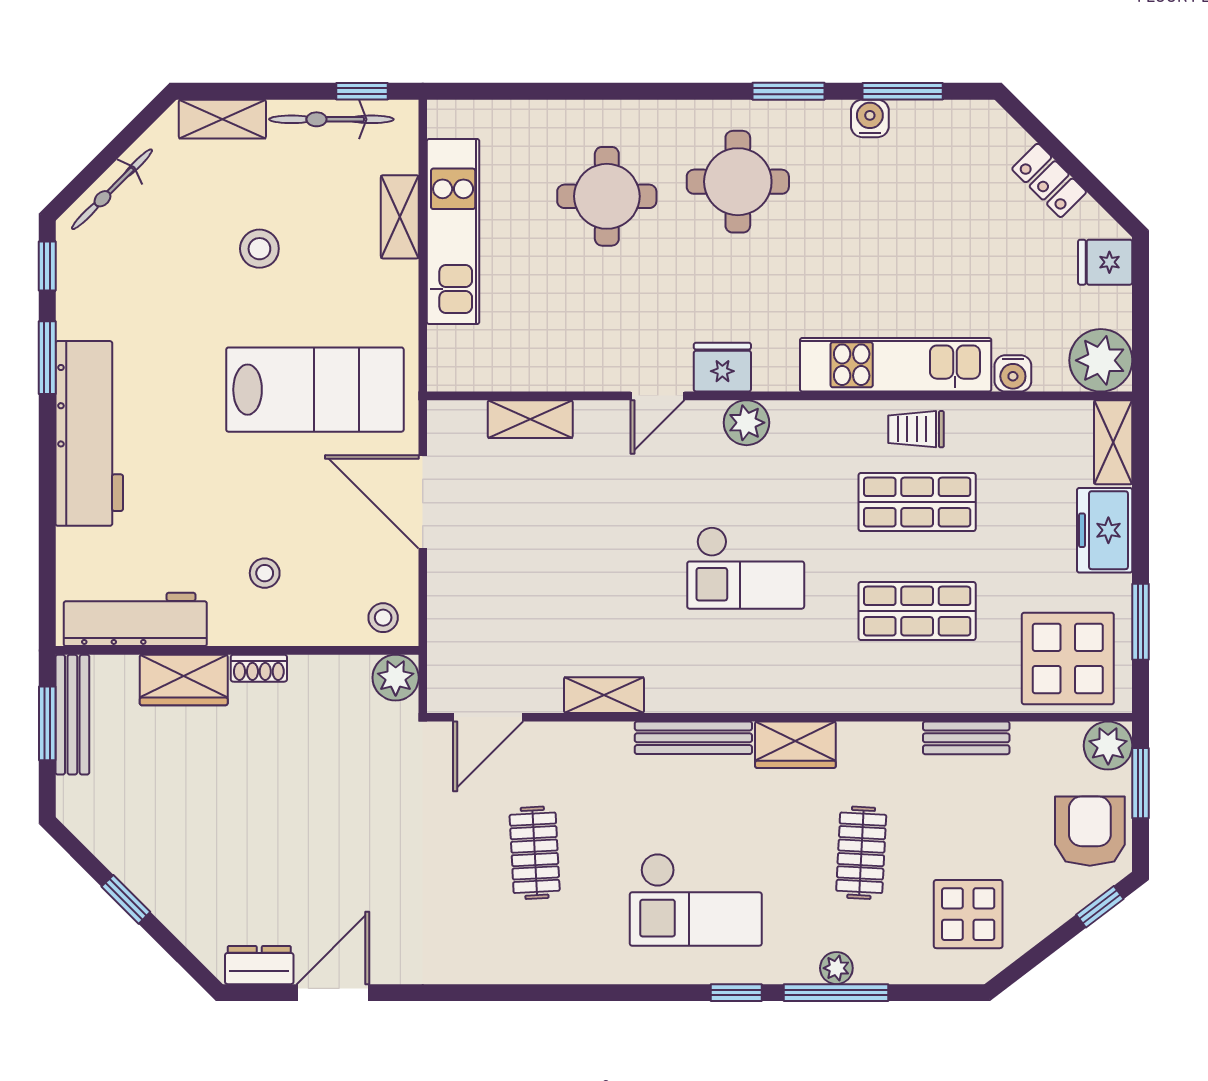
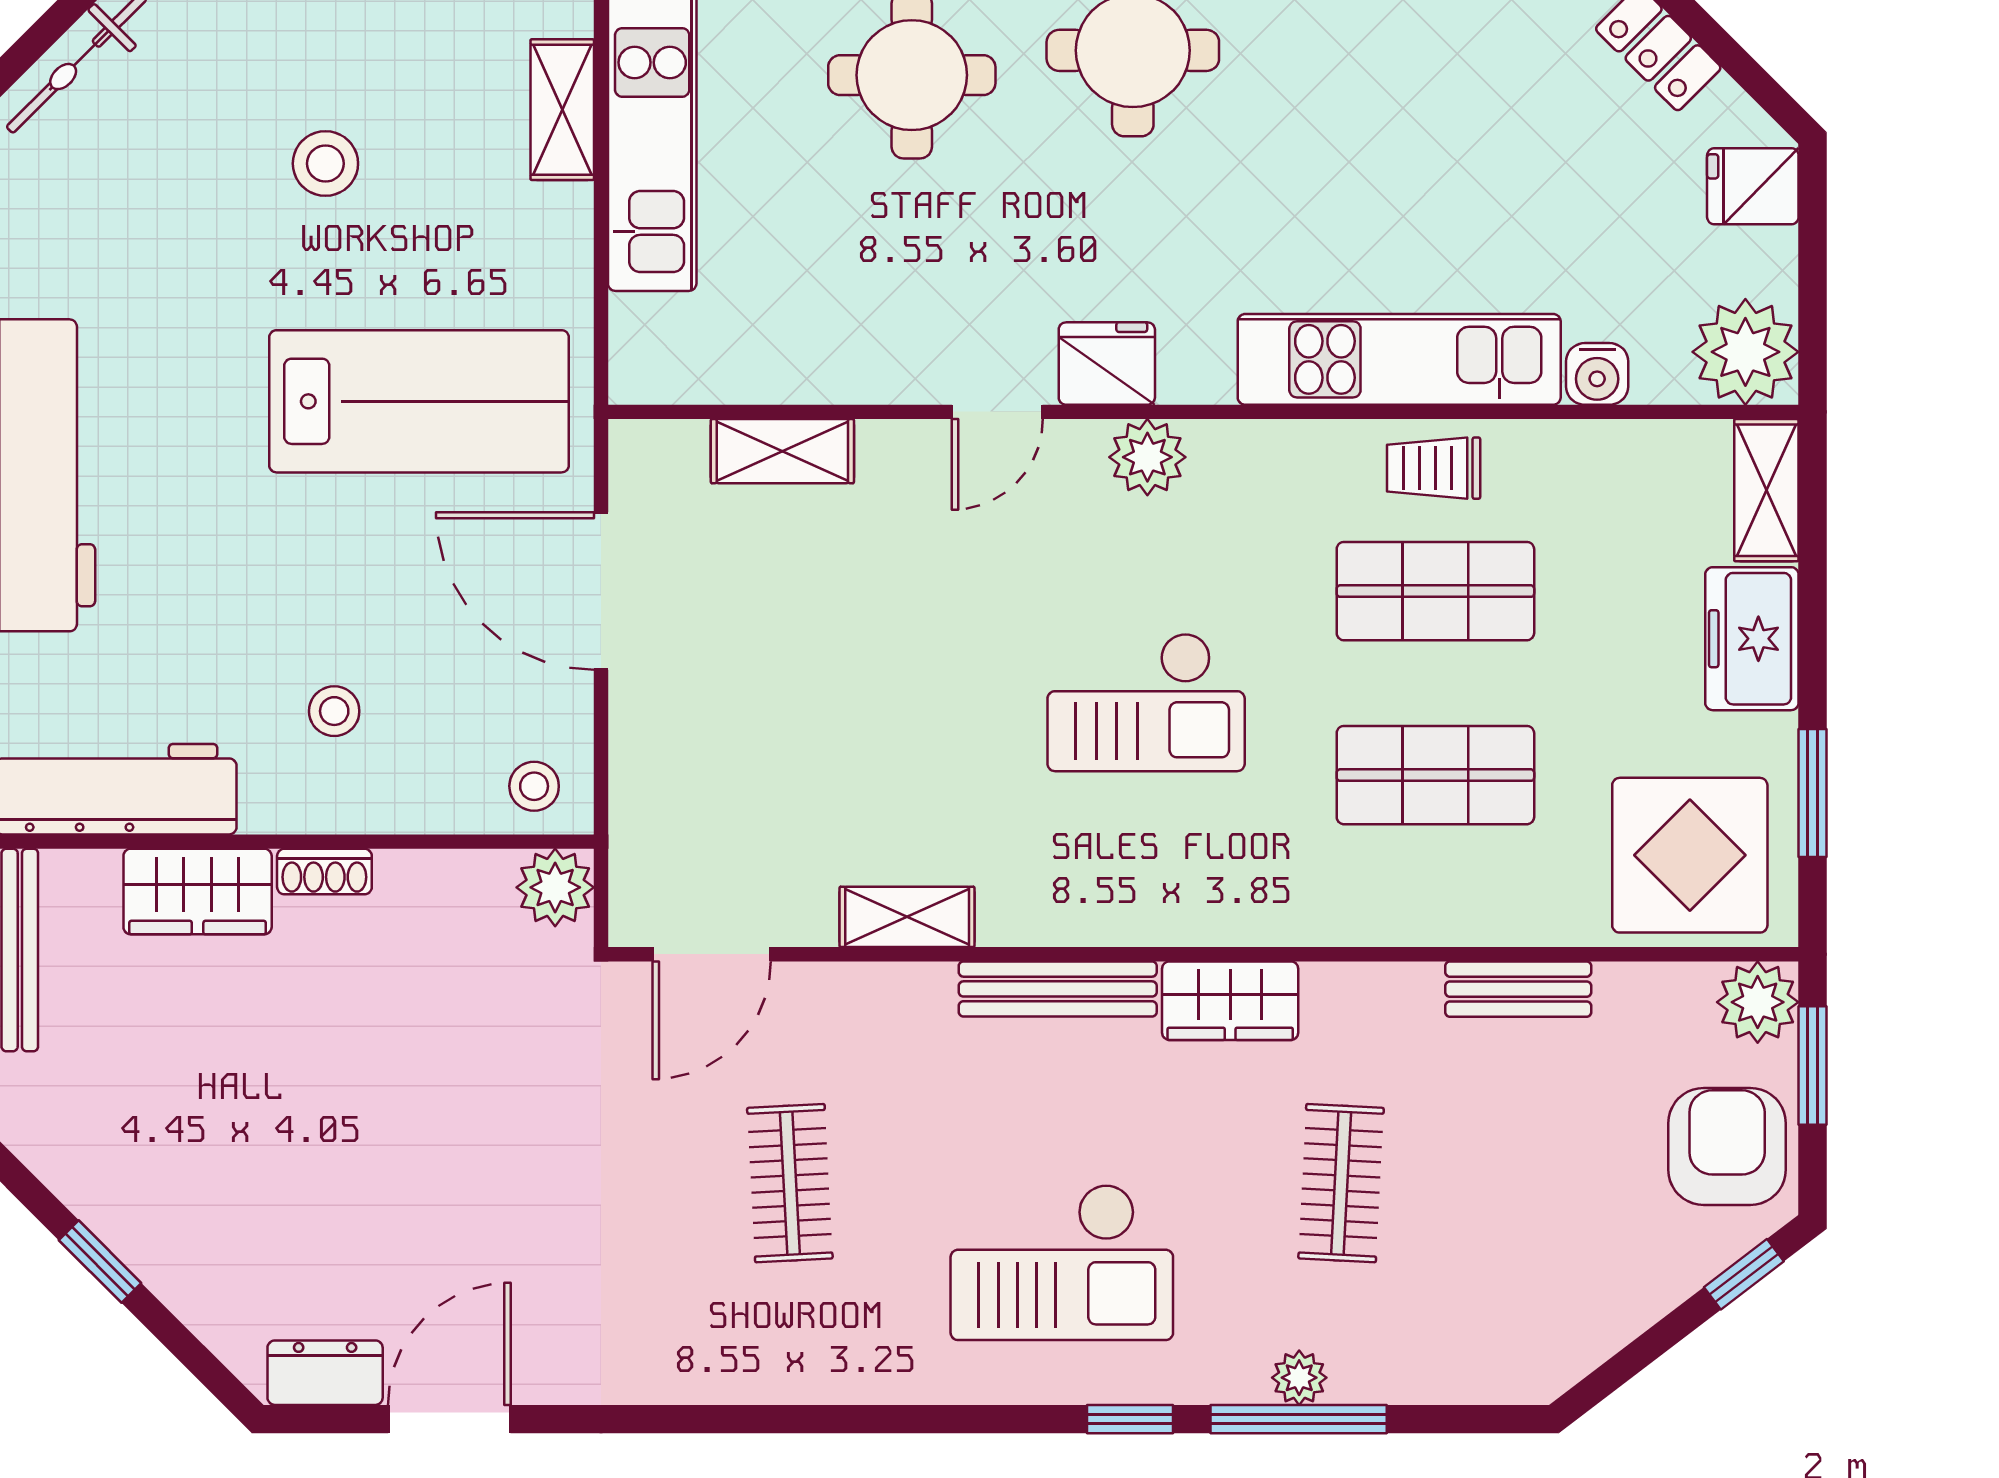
display table: (968, 914) -> (1522, 1287), removed

